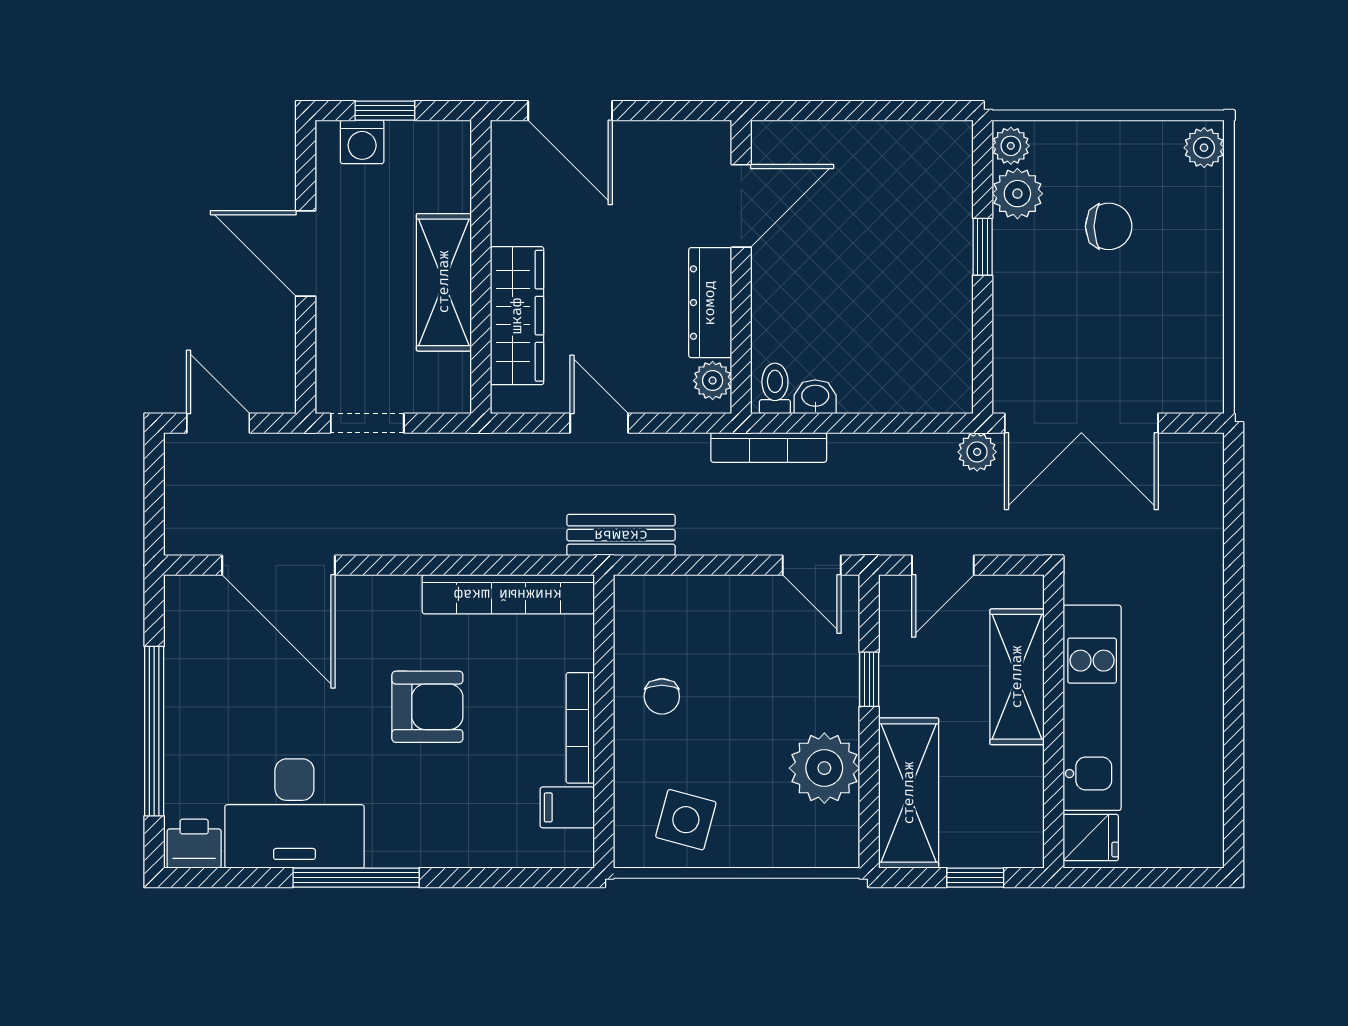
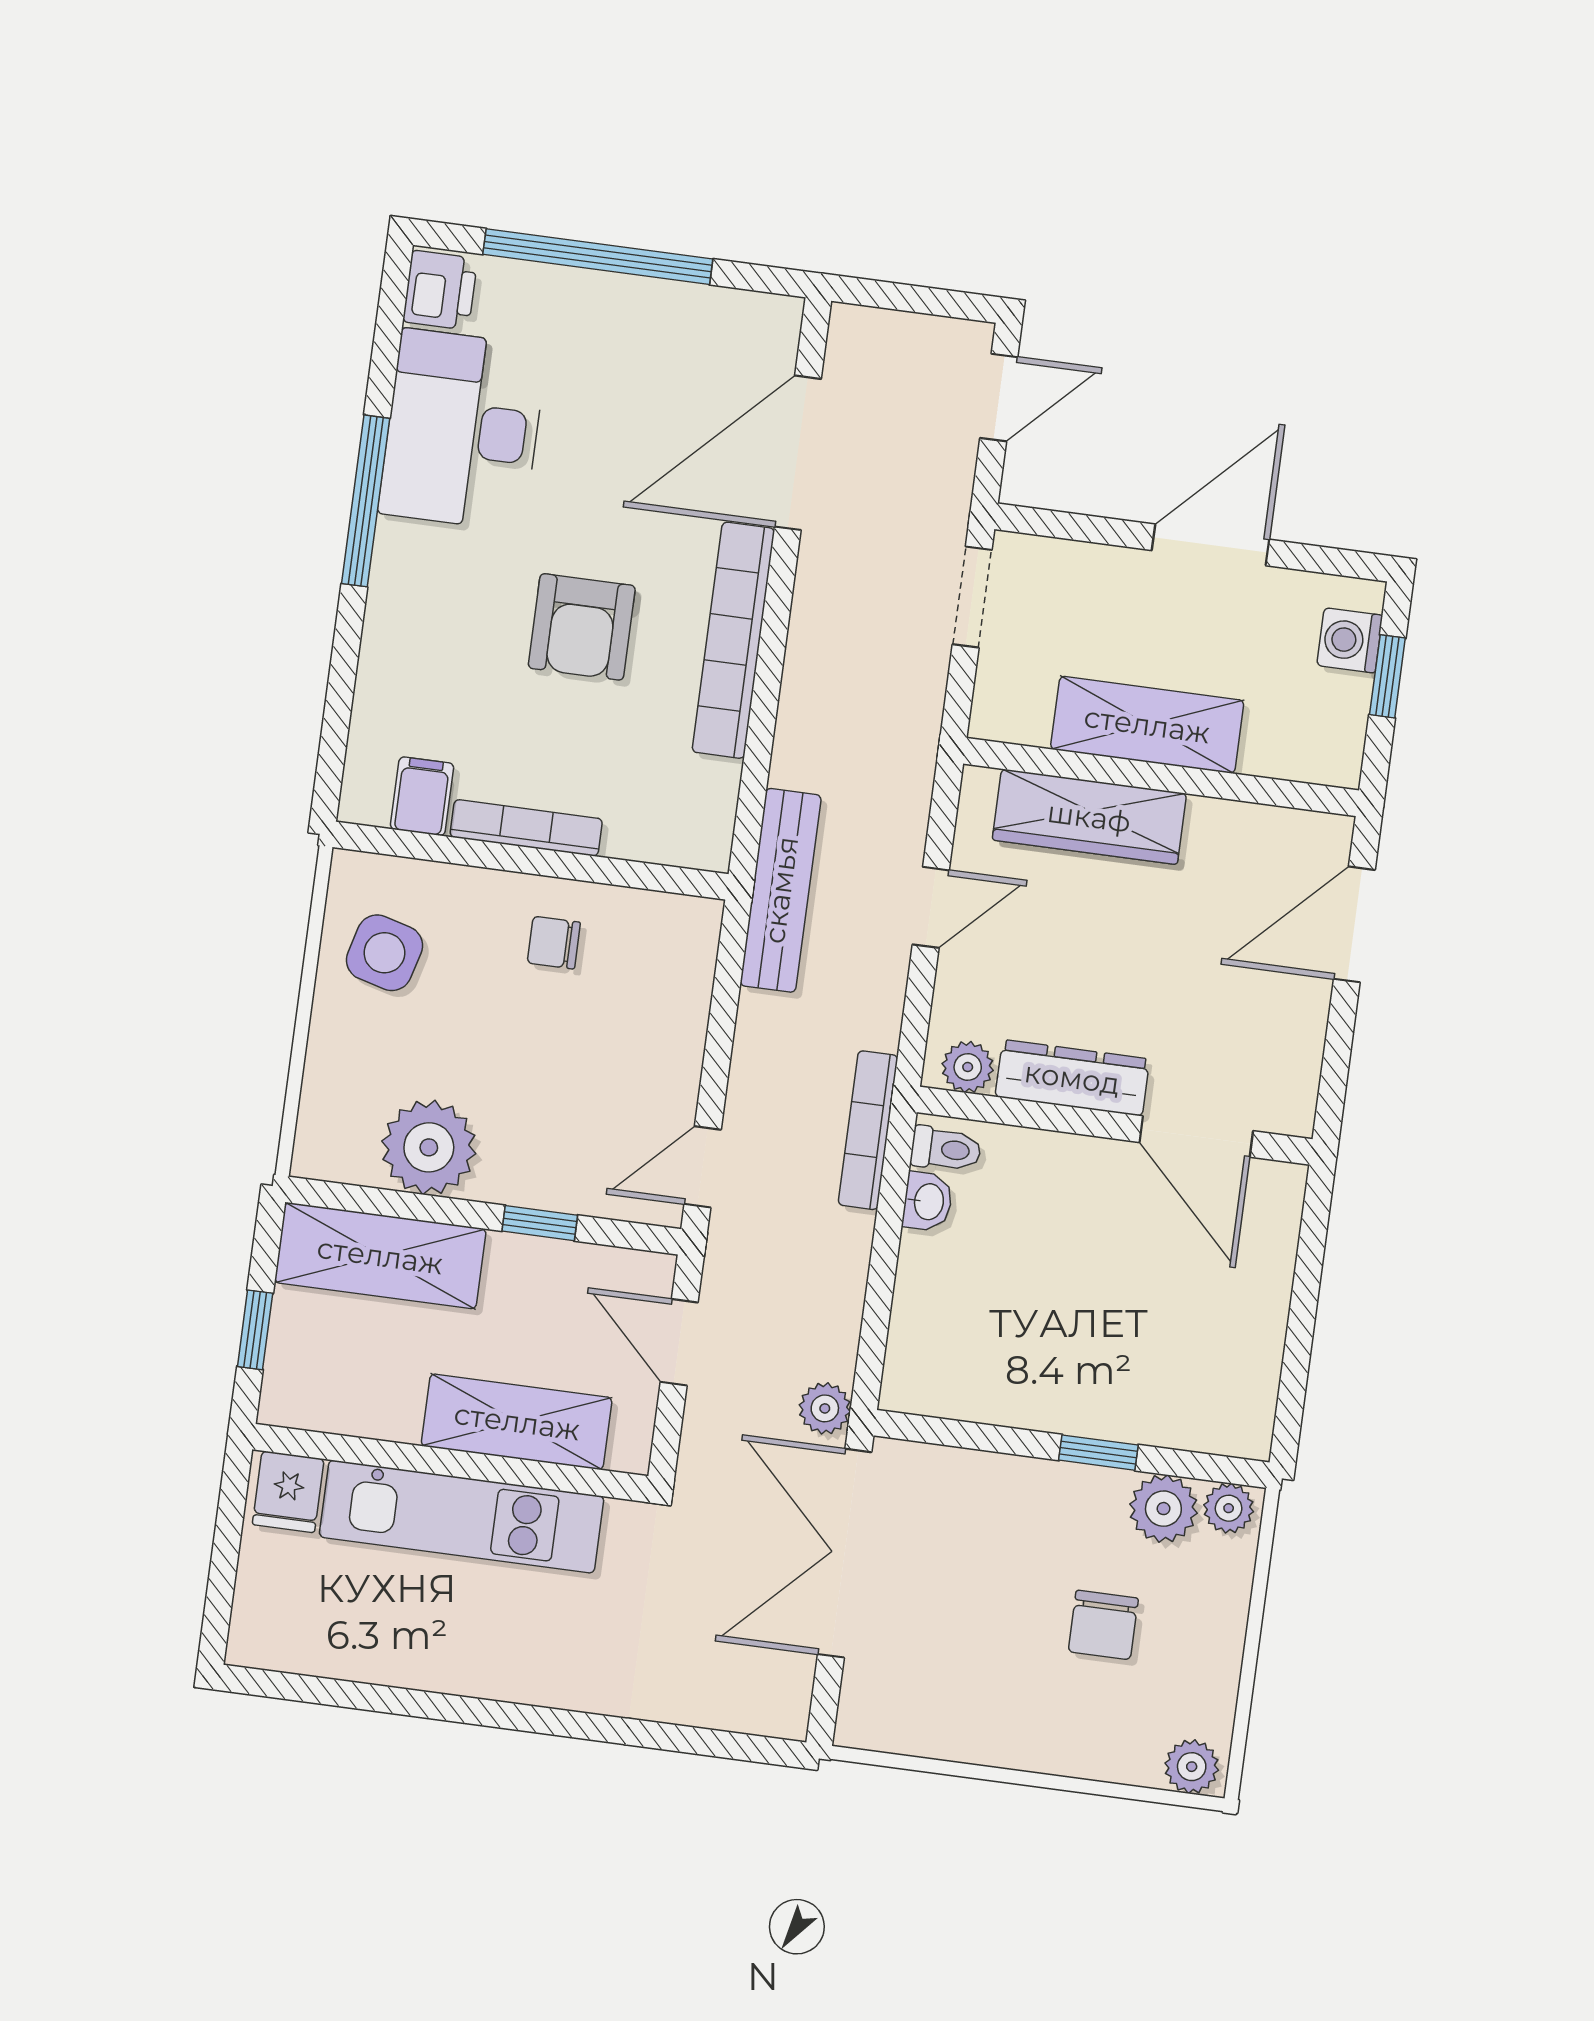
bench: (621, 535) -> (781, 890), width x1.36
bookcase: (508, 594) -> (733, 640), moved

